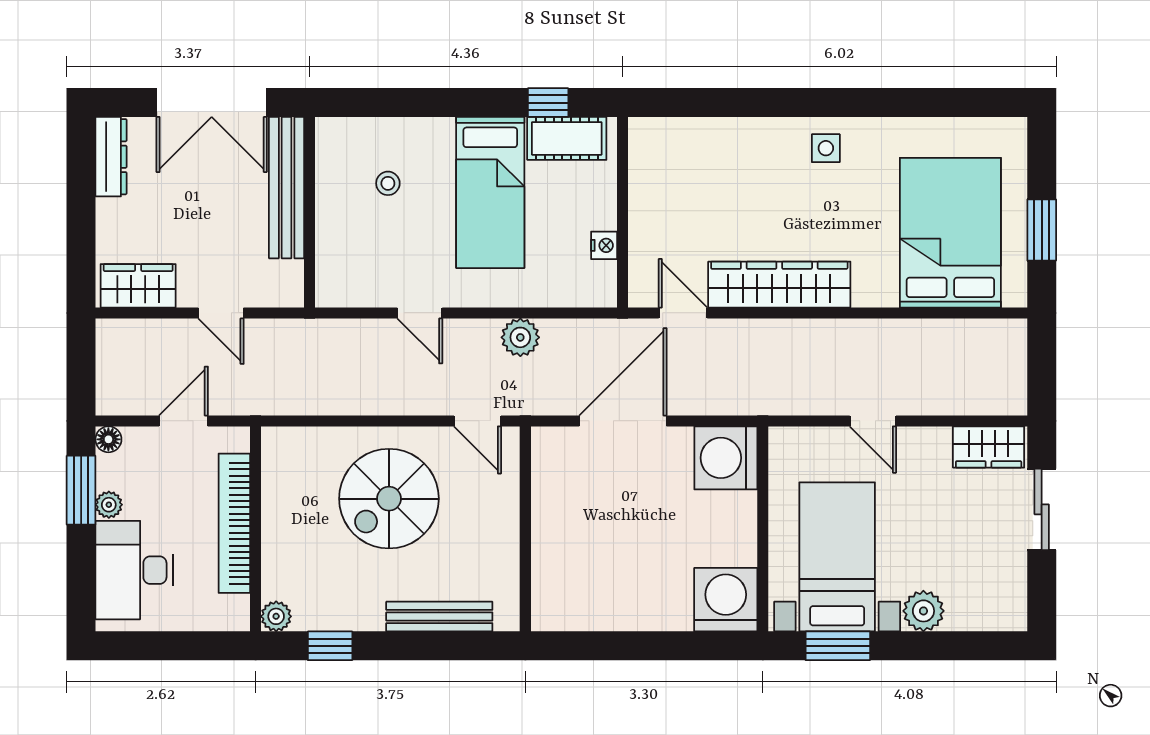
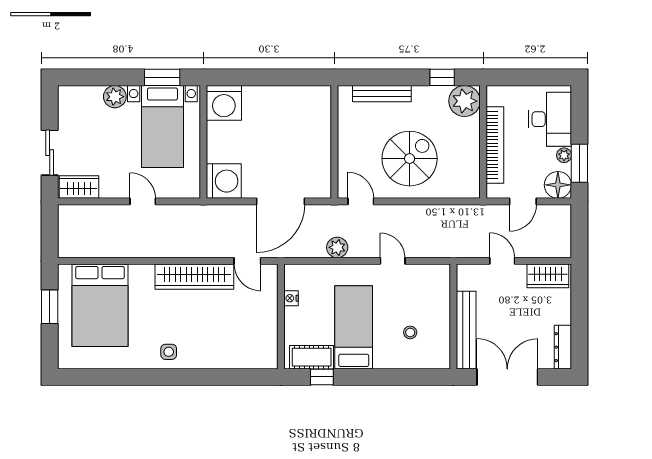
floor lamp: (108, 439) -> (558, 185), width x1.89, depth x1.89
plant: (276, 616) -> (465, 101), width x1.88, depth x1.88

